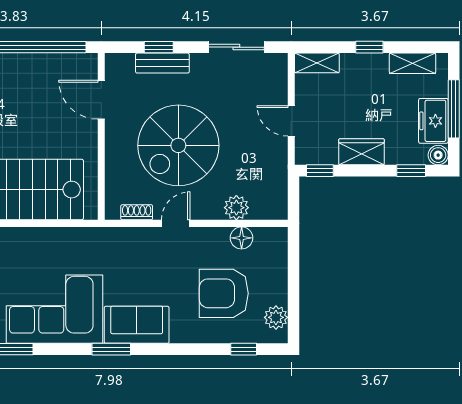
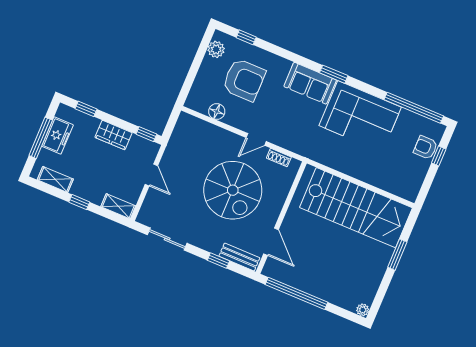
bench: (162, 63) -> (239, 257), moved
spiral stairs: (178, 145) -> (233, 190), turned 90
boiler: (438, 155) -> (64, 112), removed
plant: (236, 208) -> (212, 133), removed

